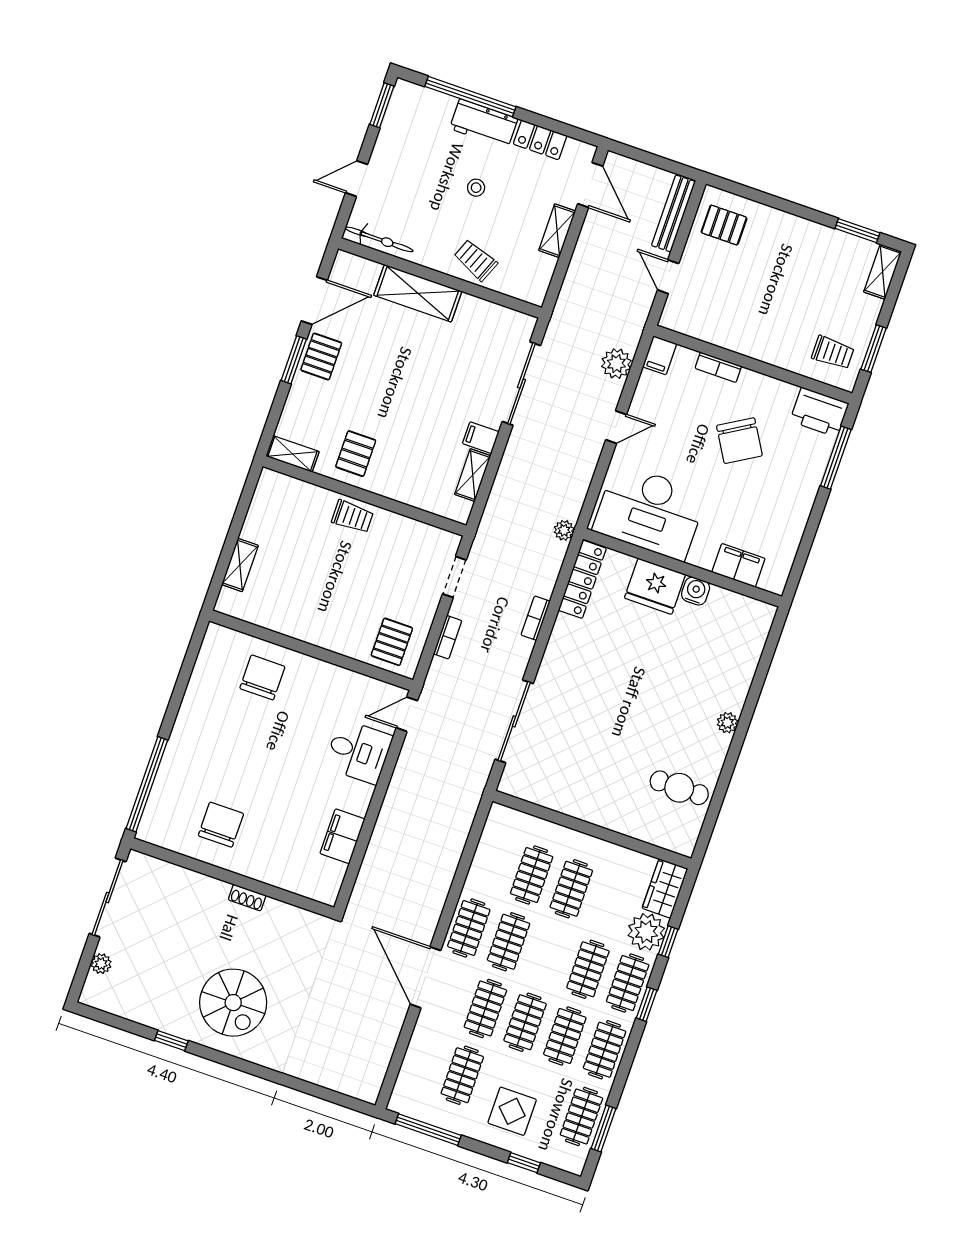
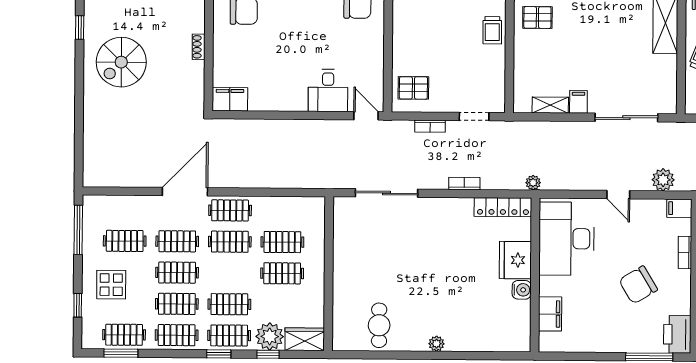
filing cabinet: (342, 836) -> (230, 99), moved

